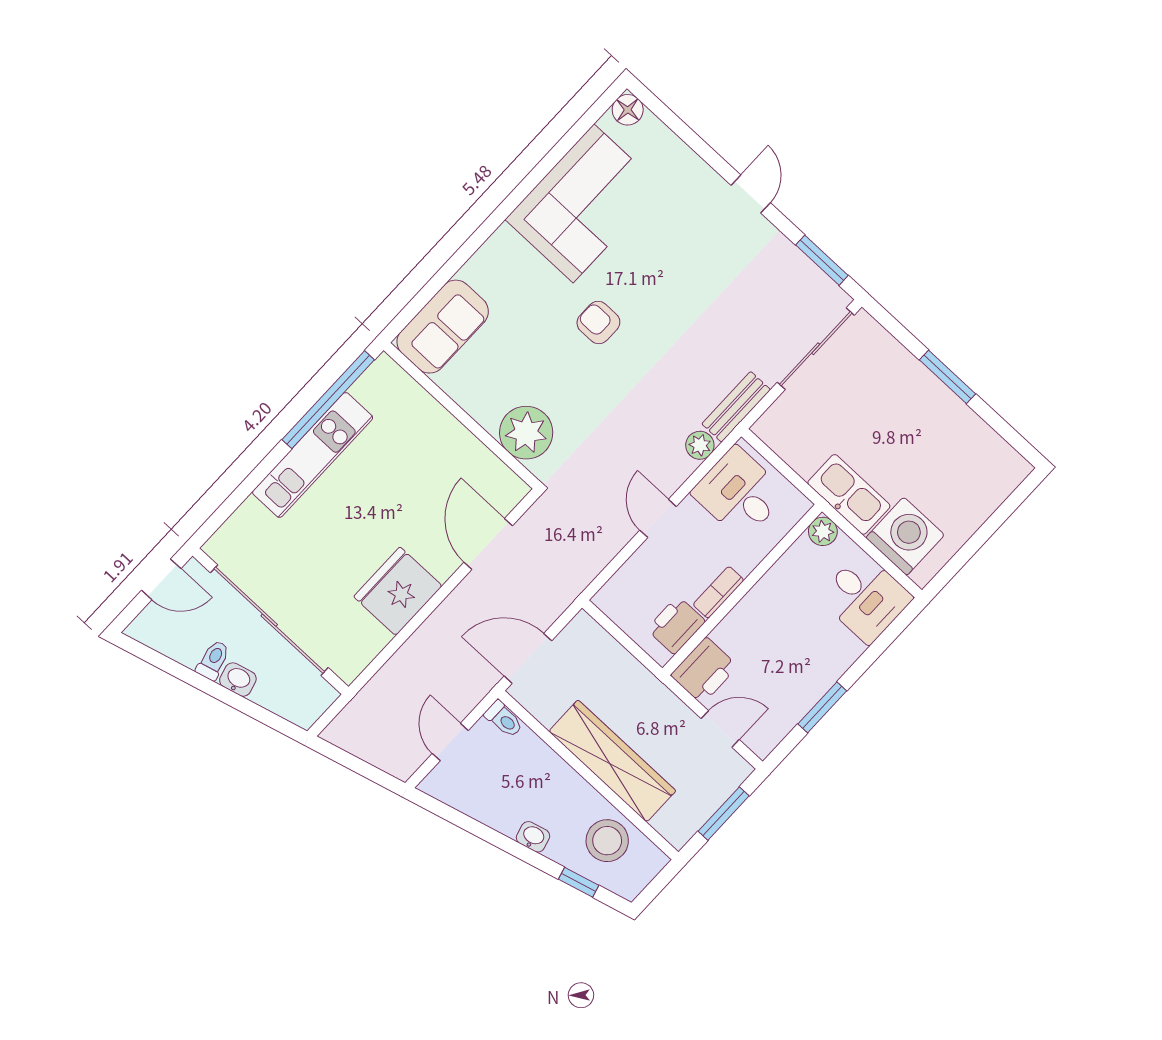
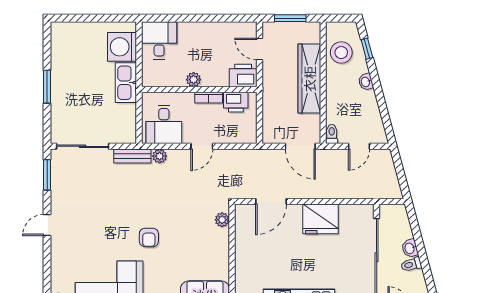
plant: (526, 433) -> (222, 220), width x0.53, depth x0.53
plant: (823, 531) -> (194, 80), moved
window: (822, 707) -> (216, 18), removed

